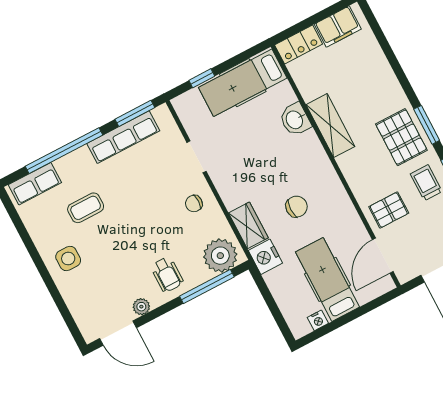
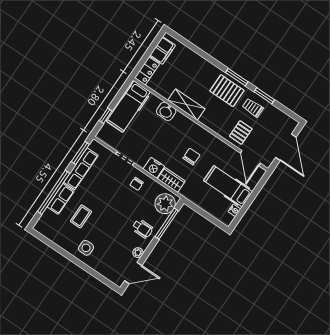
row of seats: (35, 184) -> (61, 199), moved
nightstand: (265, 257) -> (154, 168), moved

